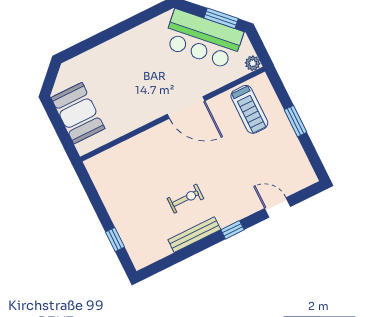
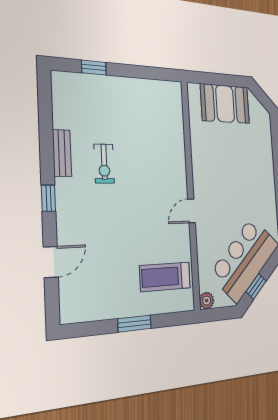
window: (221, 18) -> (256, 286), width x0.67
door: (186, 107) -> (192, 211), width x0.53
bench: (194, 235) -> (62, 153), width x0.73

